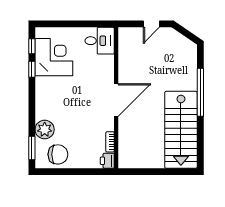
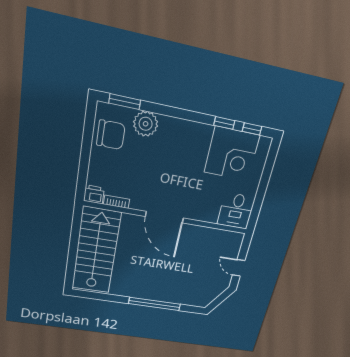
stairs: (181, 130) -> (96, 251), moved, turned 90
chair: (58, 154) -> (111, 135), turned -90

